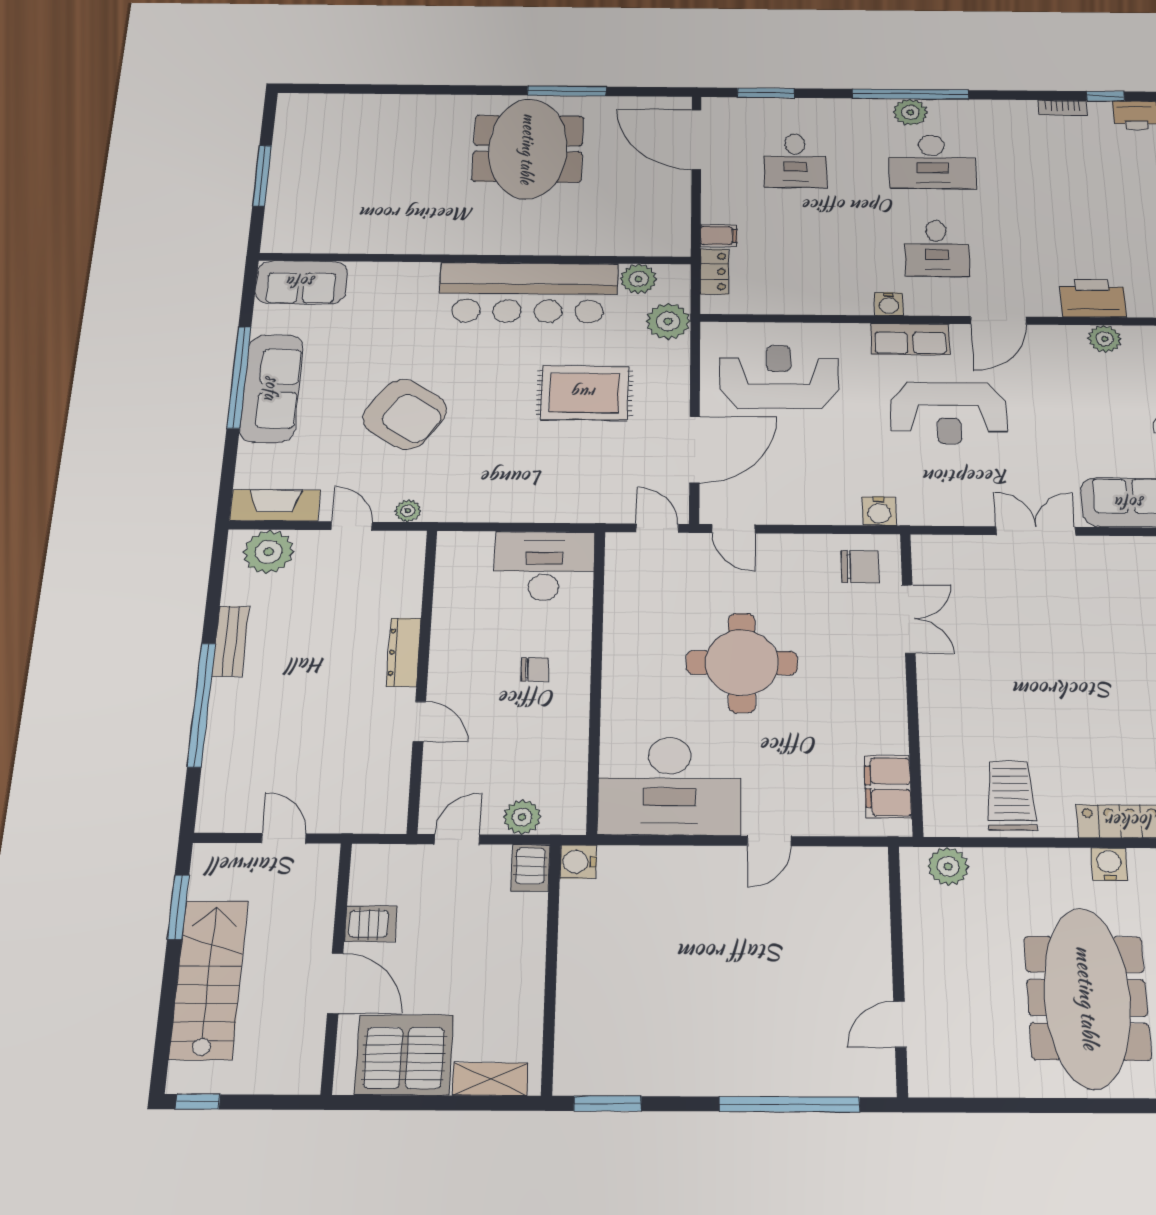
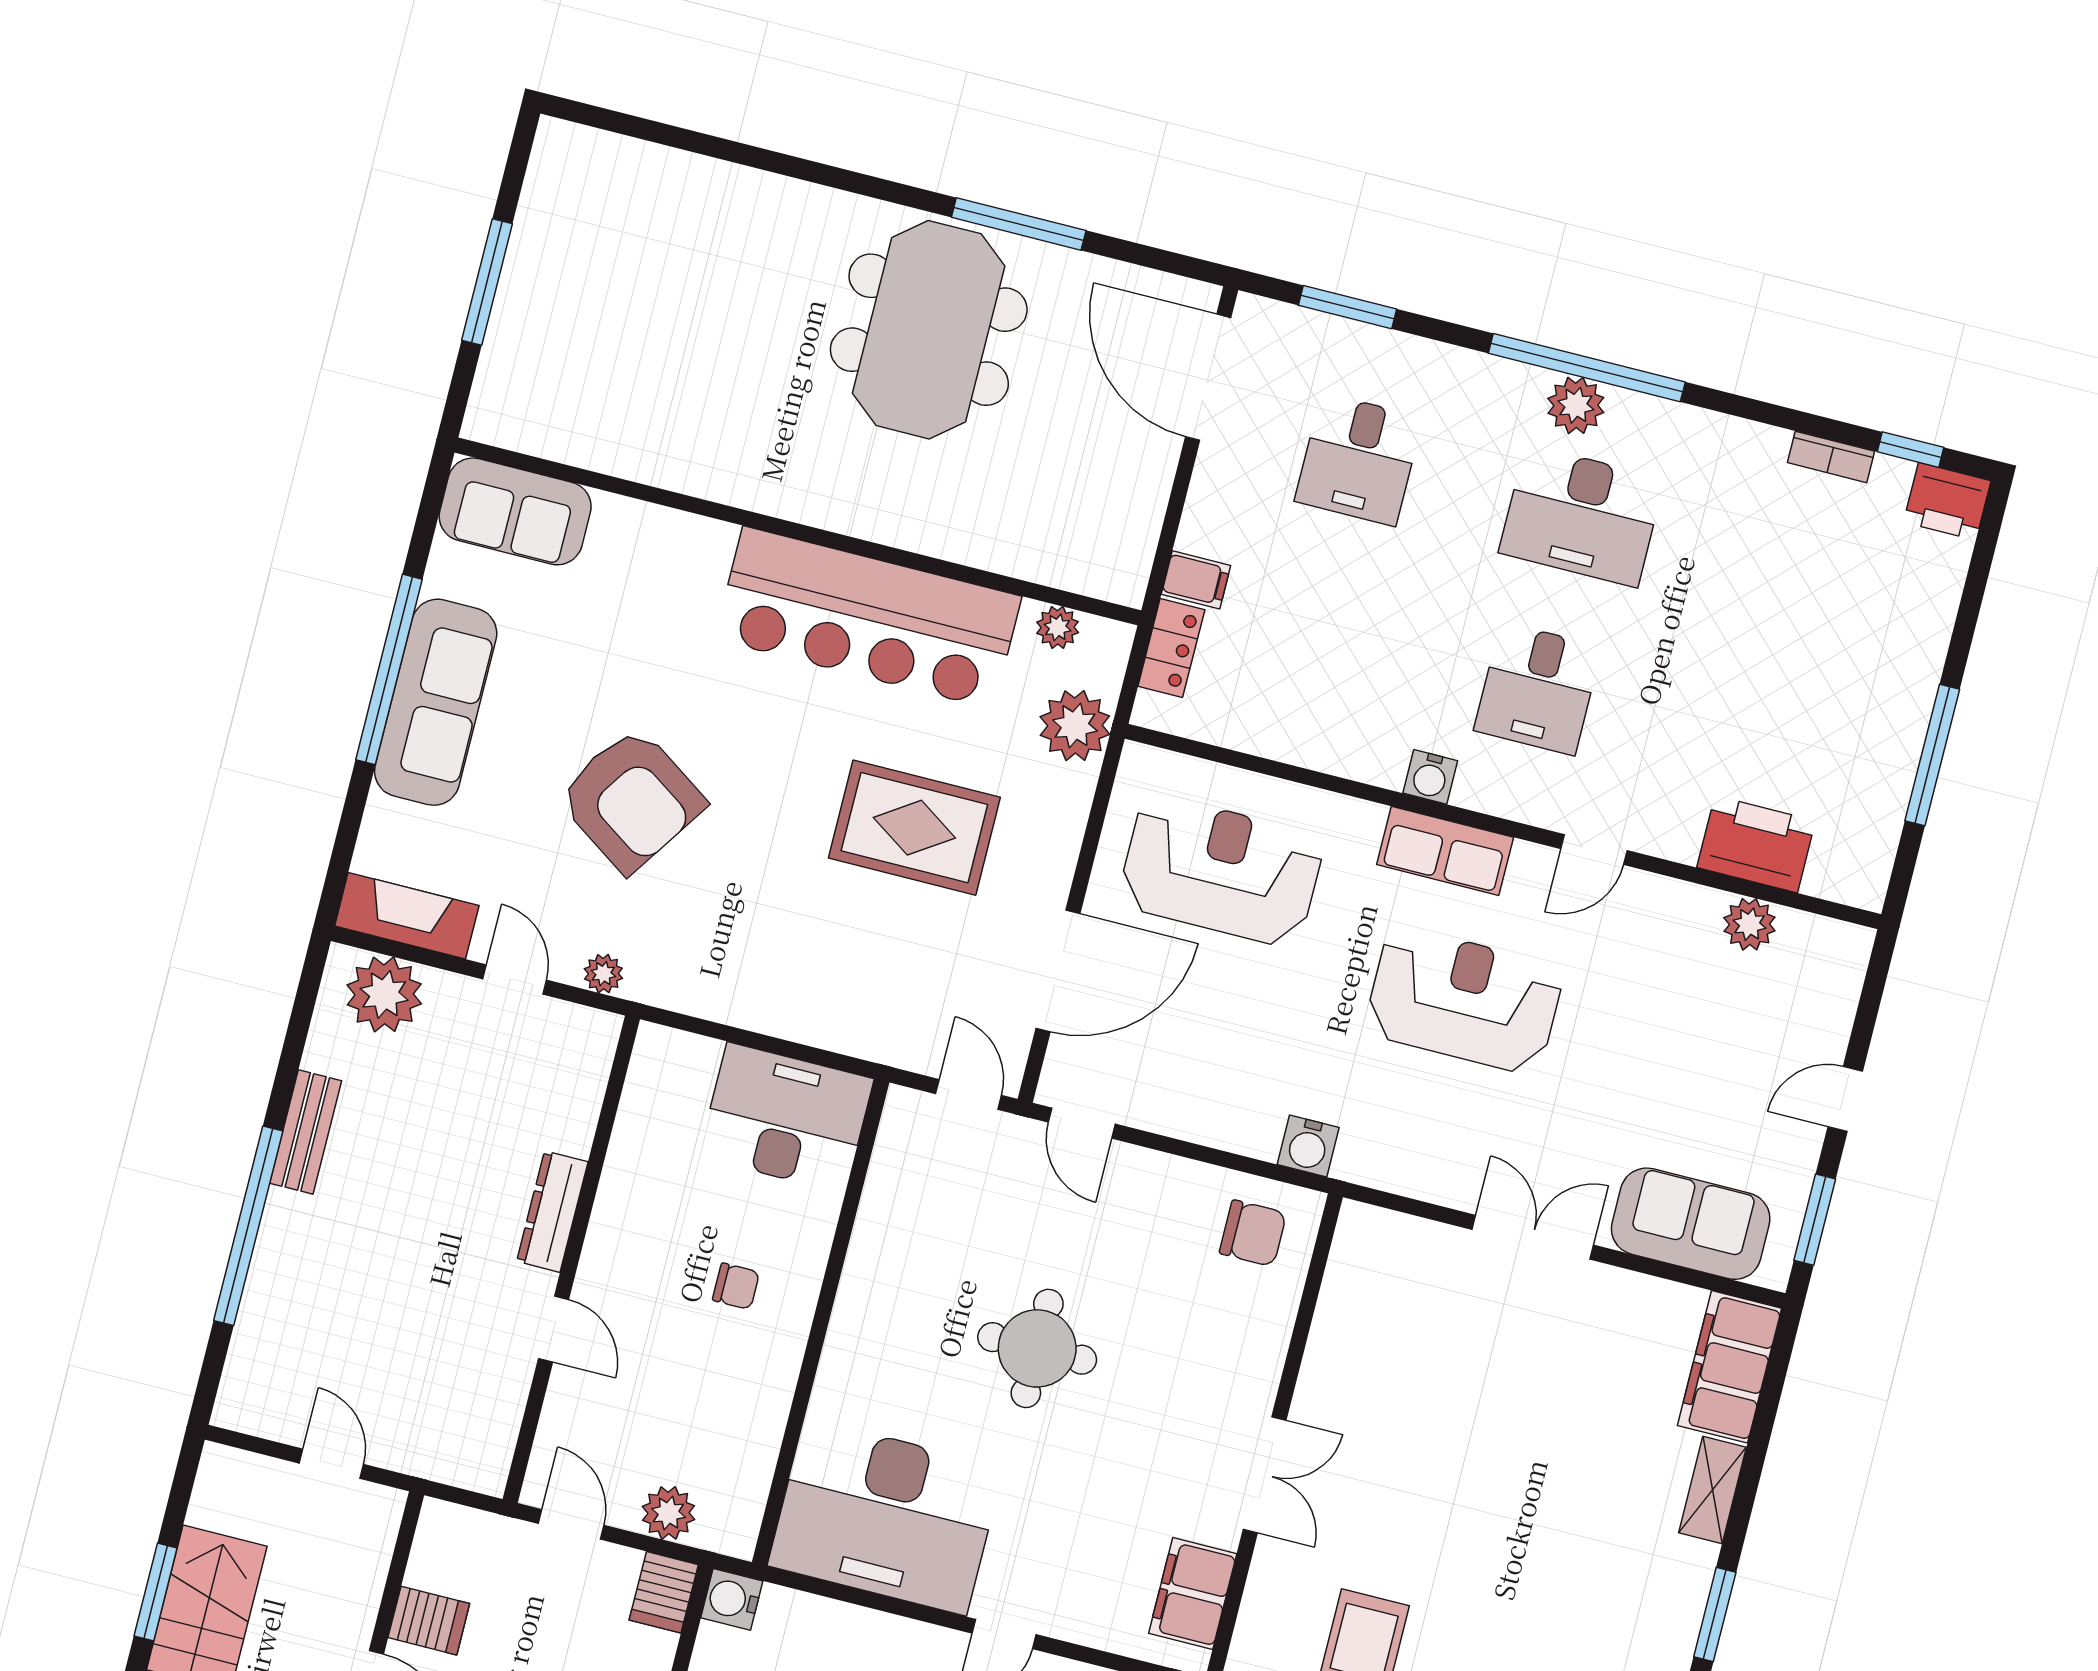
plant: (639, 279) -> (1058, 627), width x0.73, depth x0.73
door: (999, 320) -> (1594, 850), width x0.73
reception desk: (949, 413) -> (1464, 1000), turned 180
double door: (909, 619) -> (1265, 1475), moved
round table: (742, 663) -> (1037, 1348), width x0.73, depth x0.73
door: (457, 839) -> (571, 1524), hinge flipped
window: (178, 907) -> (156, 1592), moved

